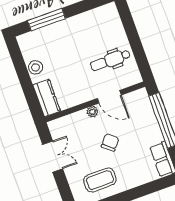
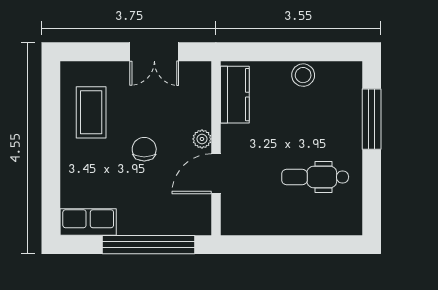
dental chair: (110, 60) -> (315, 177), moved, turned -90
kitchen counter: (47, 98) -> (235, 95), moved, turned -90
chair: (110, 142) -> (144, 149), turned -130

